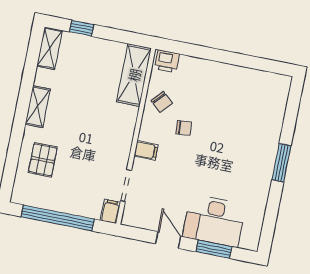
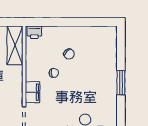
chair: (162, 102) -> (69, 54), moved
filing cabinet: (146, 150) -> (32, 92), width x2.00

